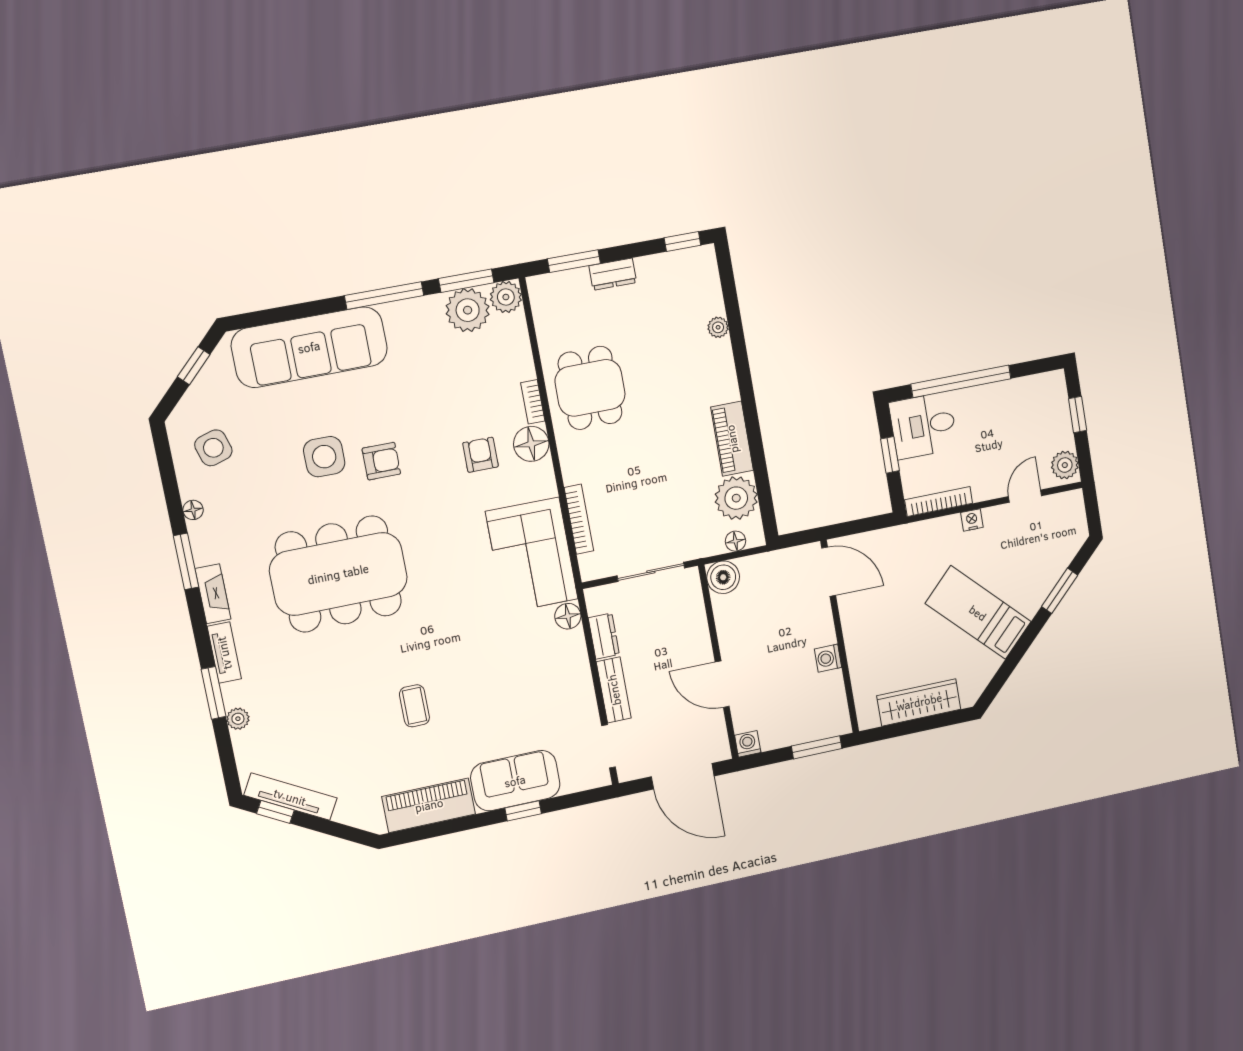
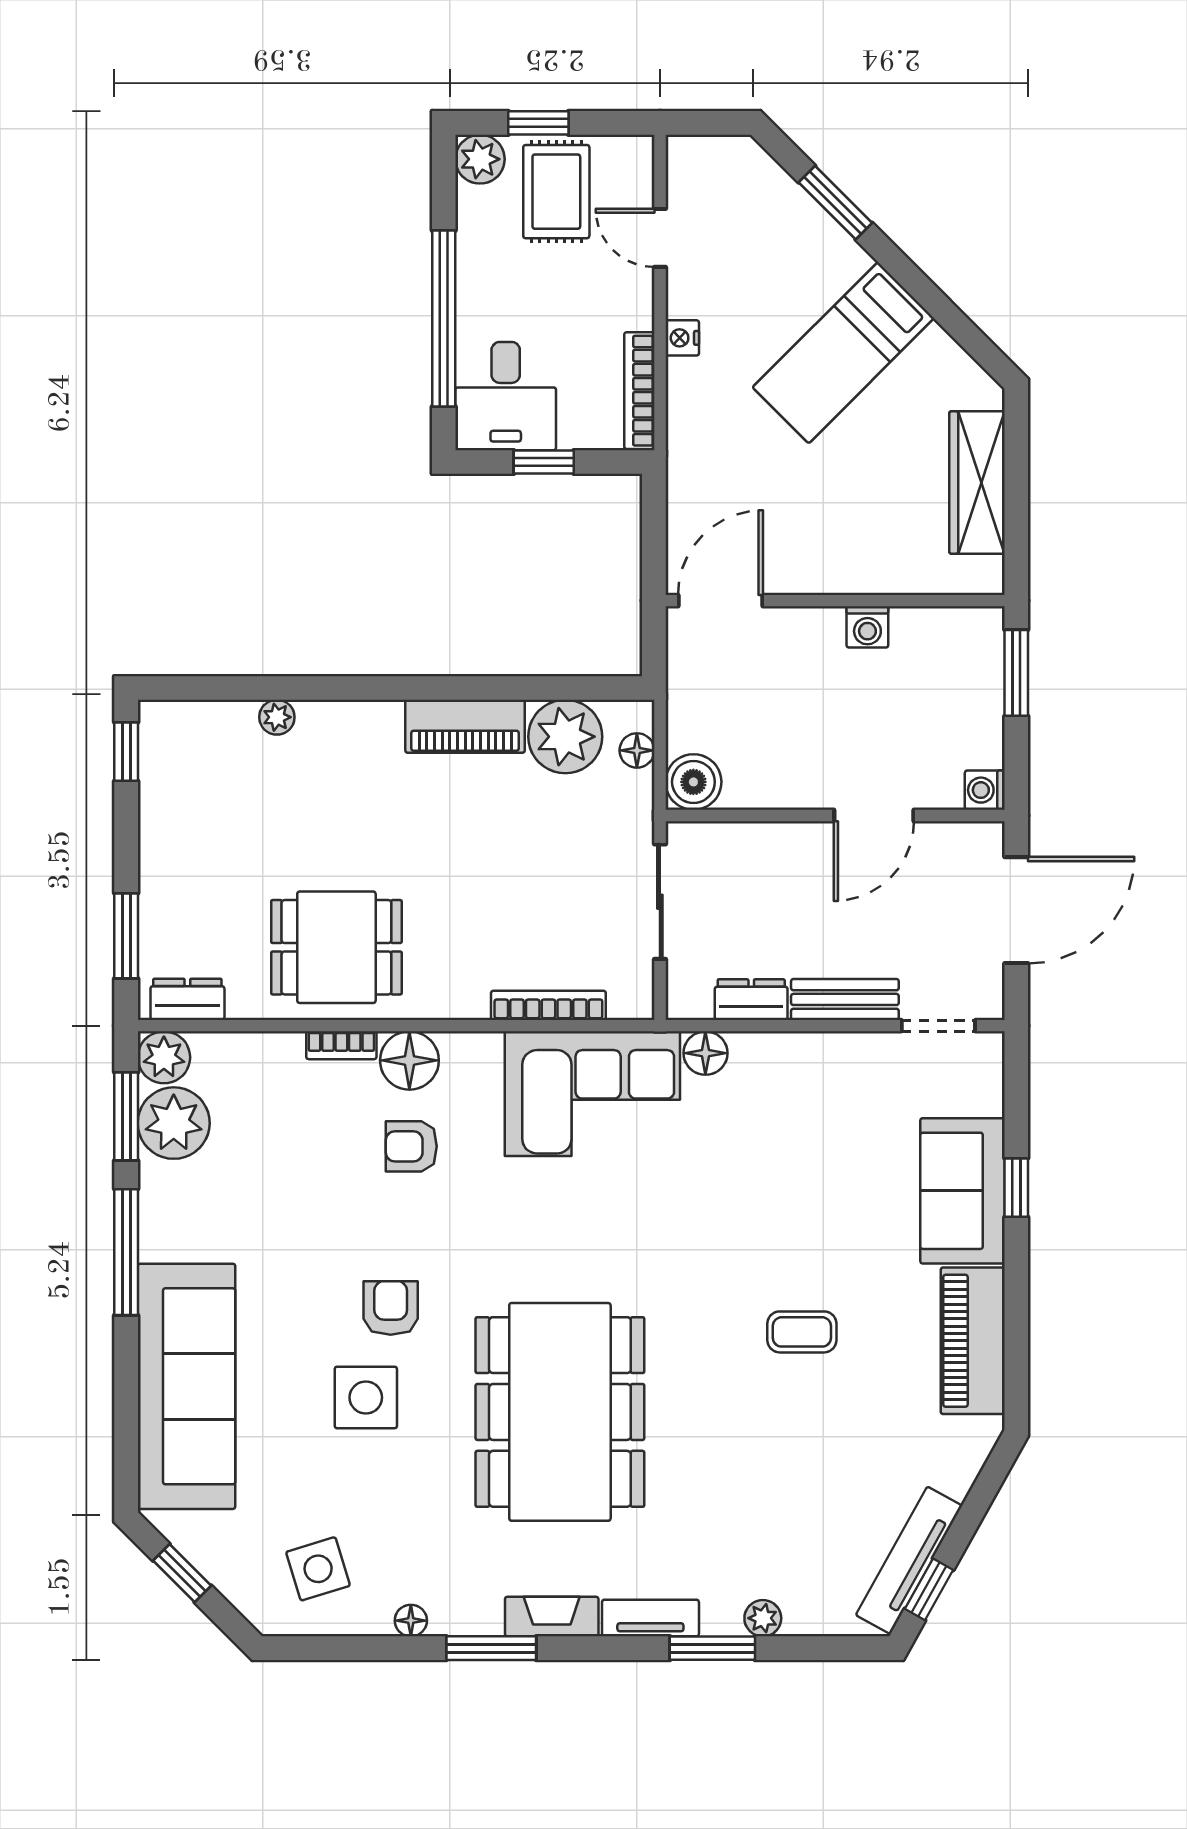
dresser: (613, 274) -> (187, 999), moved, turned -90
rug: (1041, 432) -> (556, 192), added
plant: (1065, 465) -> (480, 159), moved

